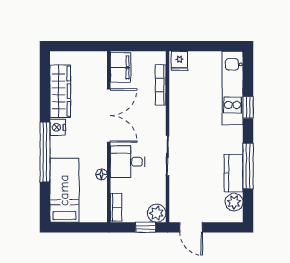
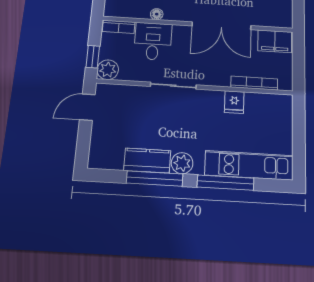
fridge: (179, 61) -> (234, 102), moved, turned -90
window: (248, 107) -> (225, 183), width x2.17
desk: (128, 162) -> (153, 41), moved
plant: (234, 202) -> (182, 163), moved

